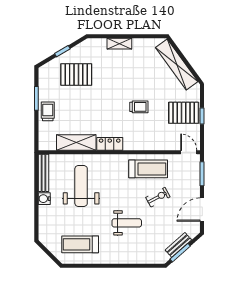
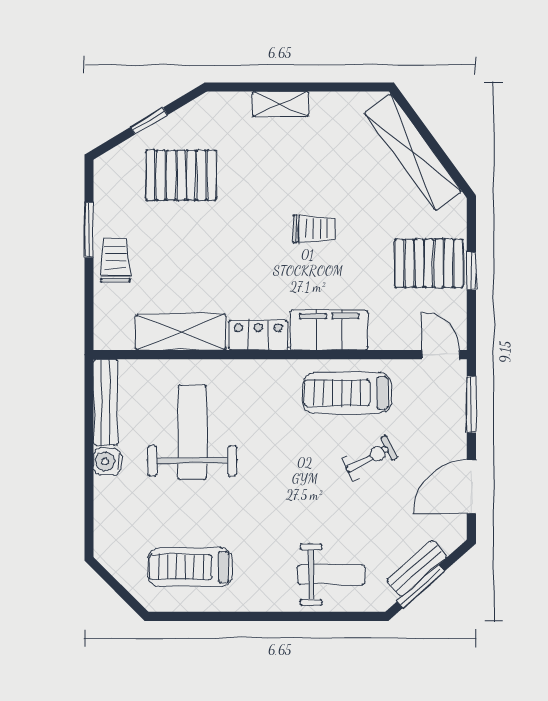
trolley: (139, 107) -> (314, 229), moved
filing cabinet: (140, 142) -> (329, 330), added
treadmill: (148, 169) -> (347, 393), turned 180
weight bench: (127, 223) -> (331, 575), moved

